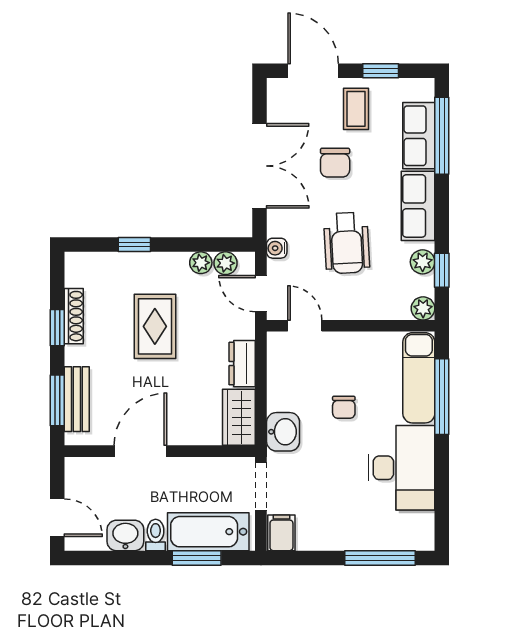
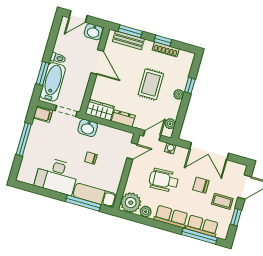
plant: (201, 263) -> (179, 94), moved
window: (442, 270) -> (139, 219), removed
plant: (423, 308) -> (131, 203), width x1.88, depth x1.88
rug: (155, 326) -> (151, 84), turned 90
washbasin: (125, 535) -> (93, 32), moved, turned 90
window: (380, 558) -> (24, 139), moved

